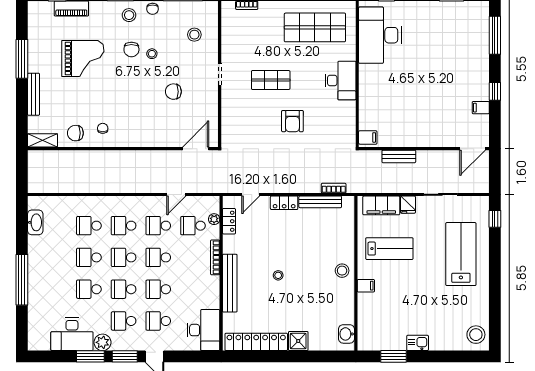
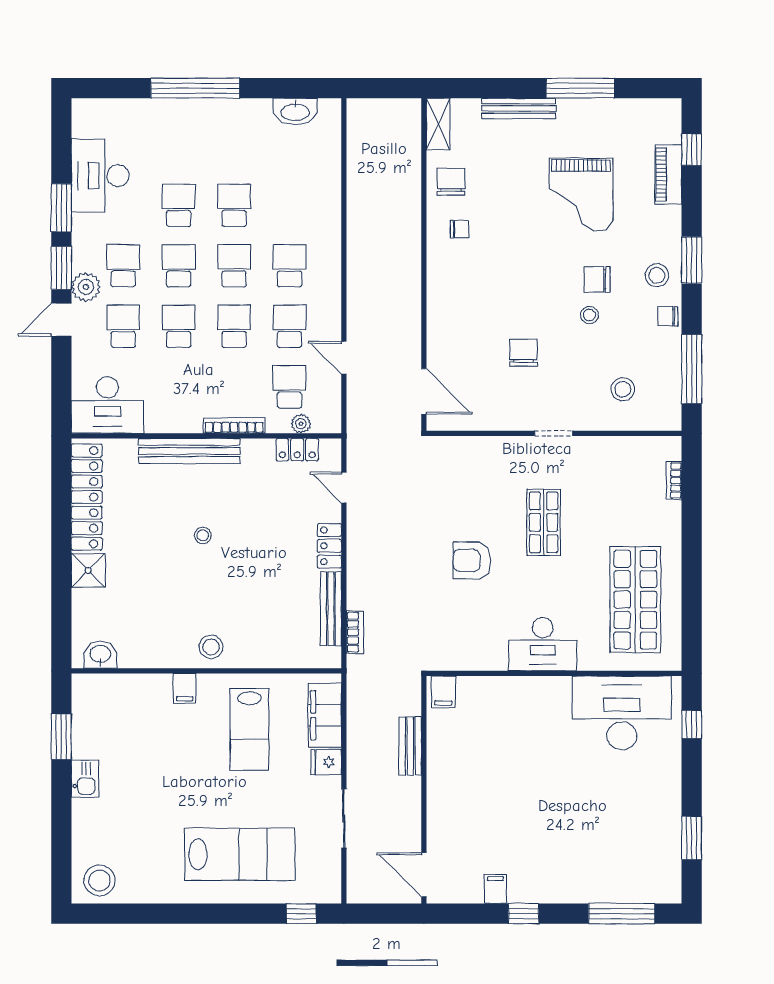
school desk: (89, 226) -> (289, 205), removed
plant: (103, 342) -> (86, 287), moved

